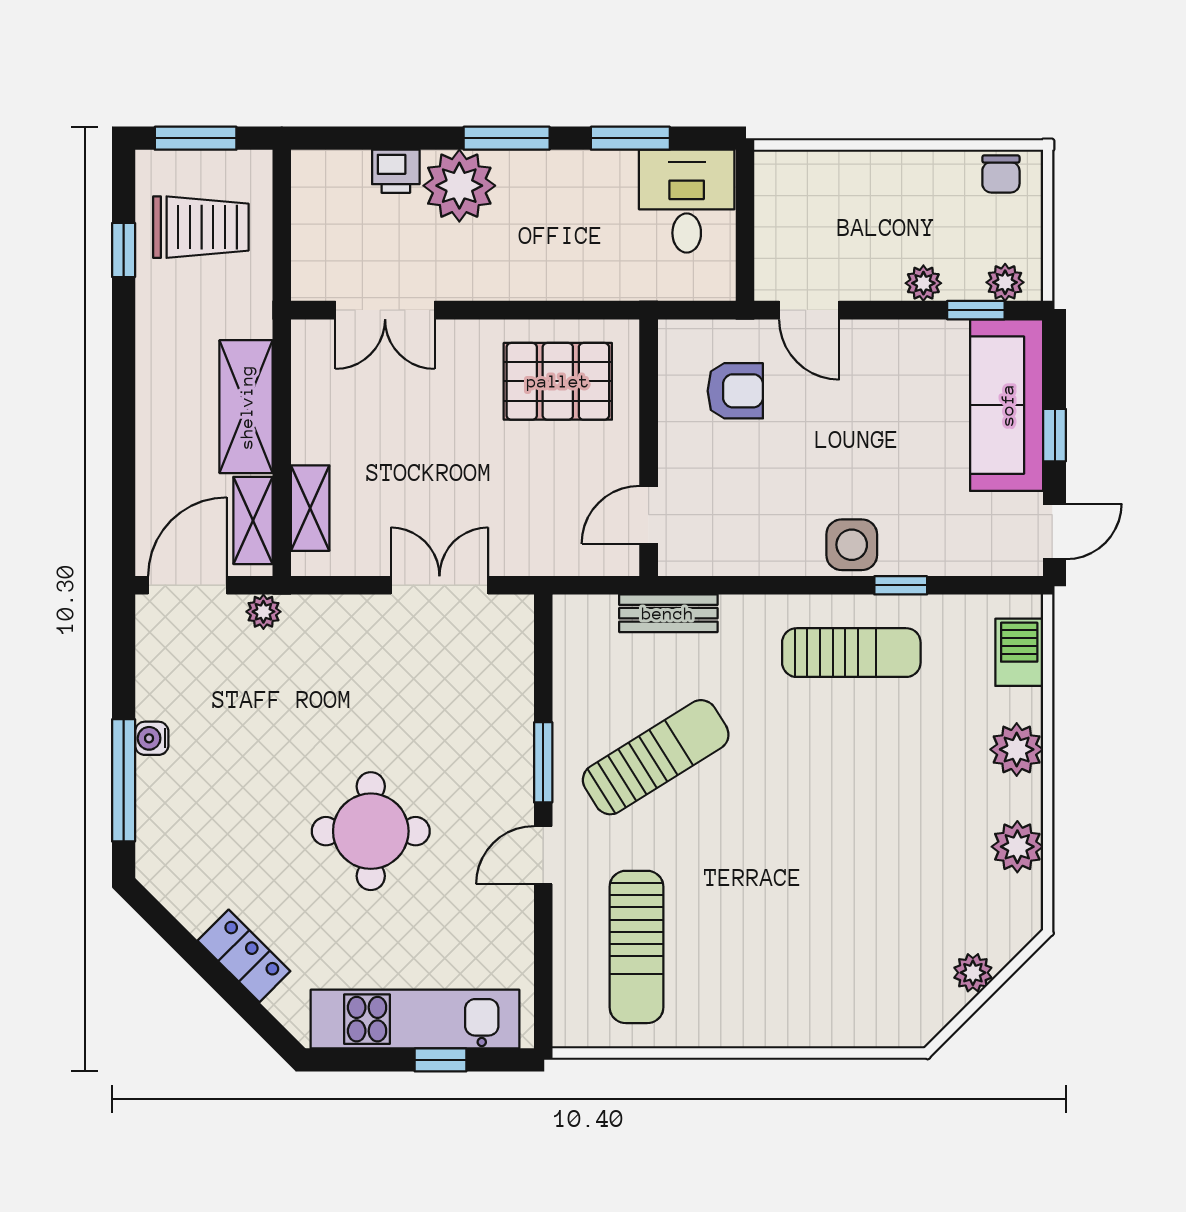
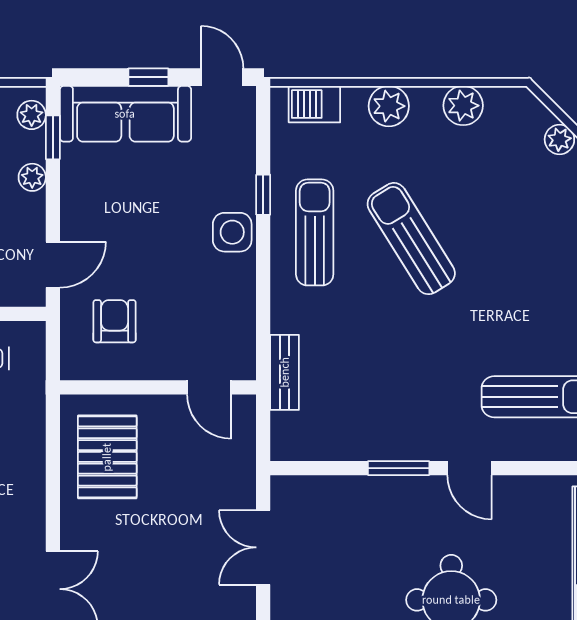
sun lounger: (656, 757) -> (411, 239), moved

